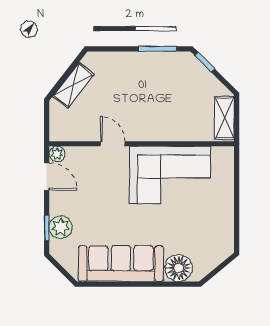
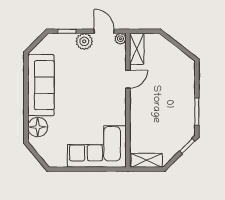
shelving: (73, 85) -> (137, 49), moved, turned 52
corner sofa: (170, 175) -> (97, 146), moved, turned 90
door: (47, 177) -> (104, 31), swing flipped
plant: (61, 227) -> (84, 41), moved

